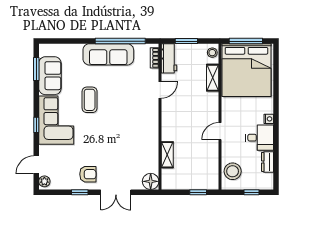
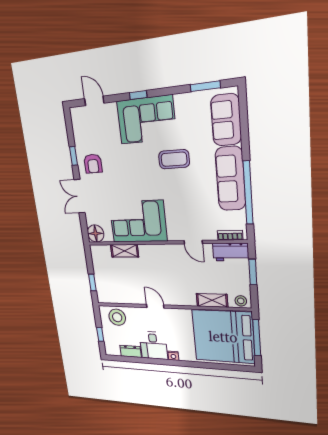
sofa: (50, 76) -> (226, 120), moved, turned 90
corner sofa: (141, 138) -> (138, 221), added
plant: (44, 181) -> (78, 113), removed

